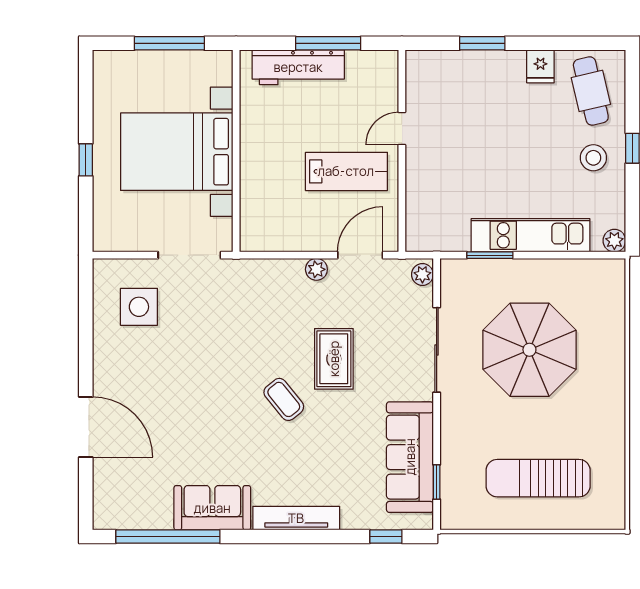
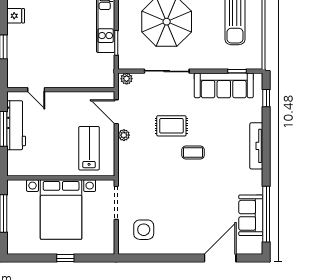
workbench: (298, 67) -> (16, 125), moved
door: (402, 128) -> (36, 90), moved
lab bench: (346, 171) -> (89, 148), moved
coffee table: (284, 399) -> (193, 153), turned 39
door: (86, 427) -> (220, 258), moved
sofa: (212, 508) -> (251, 215), moved

